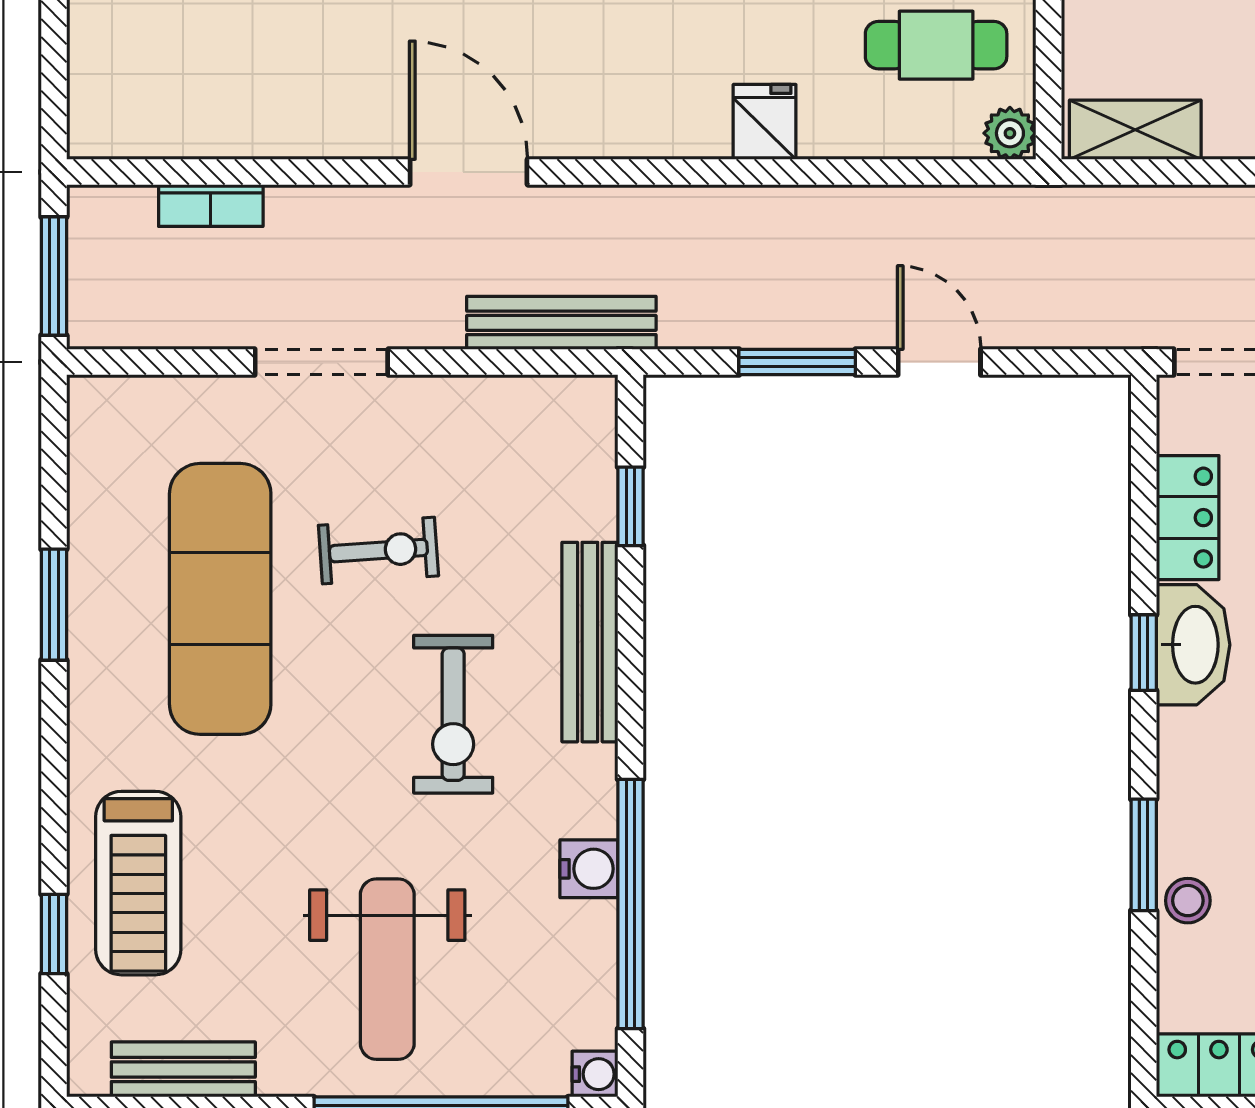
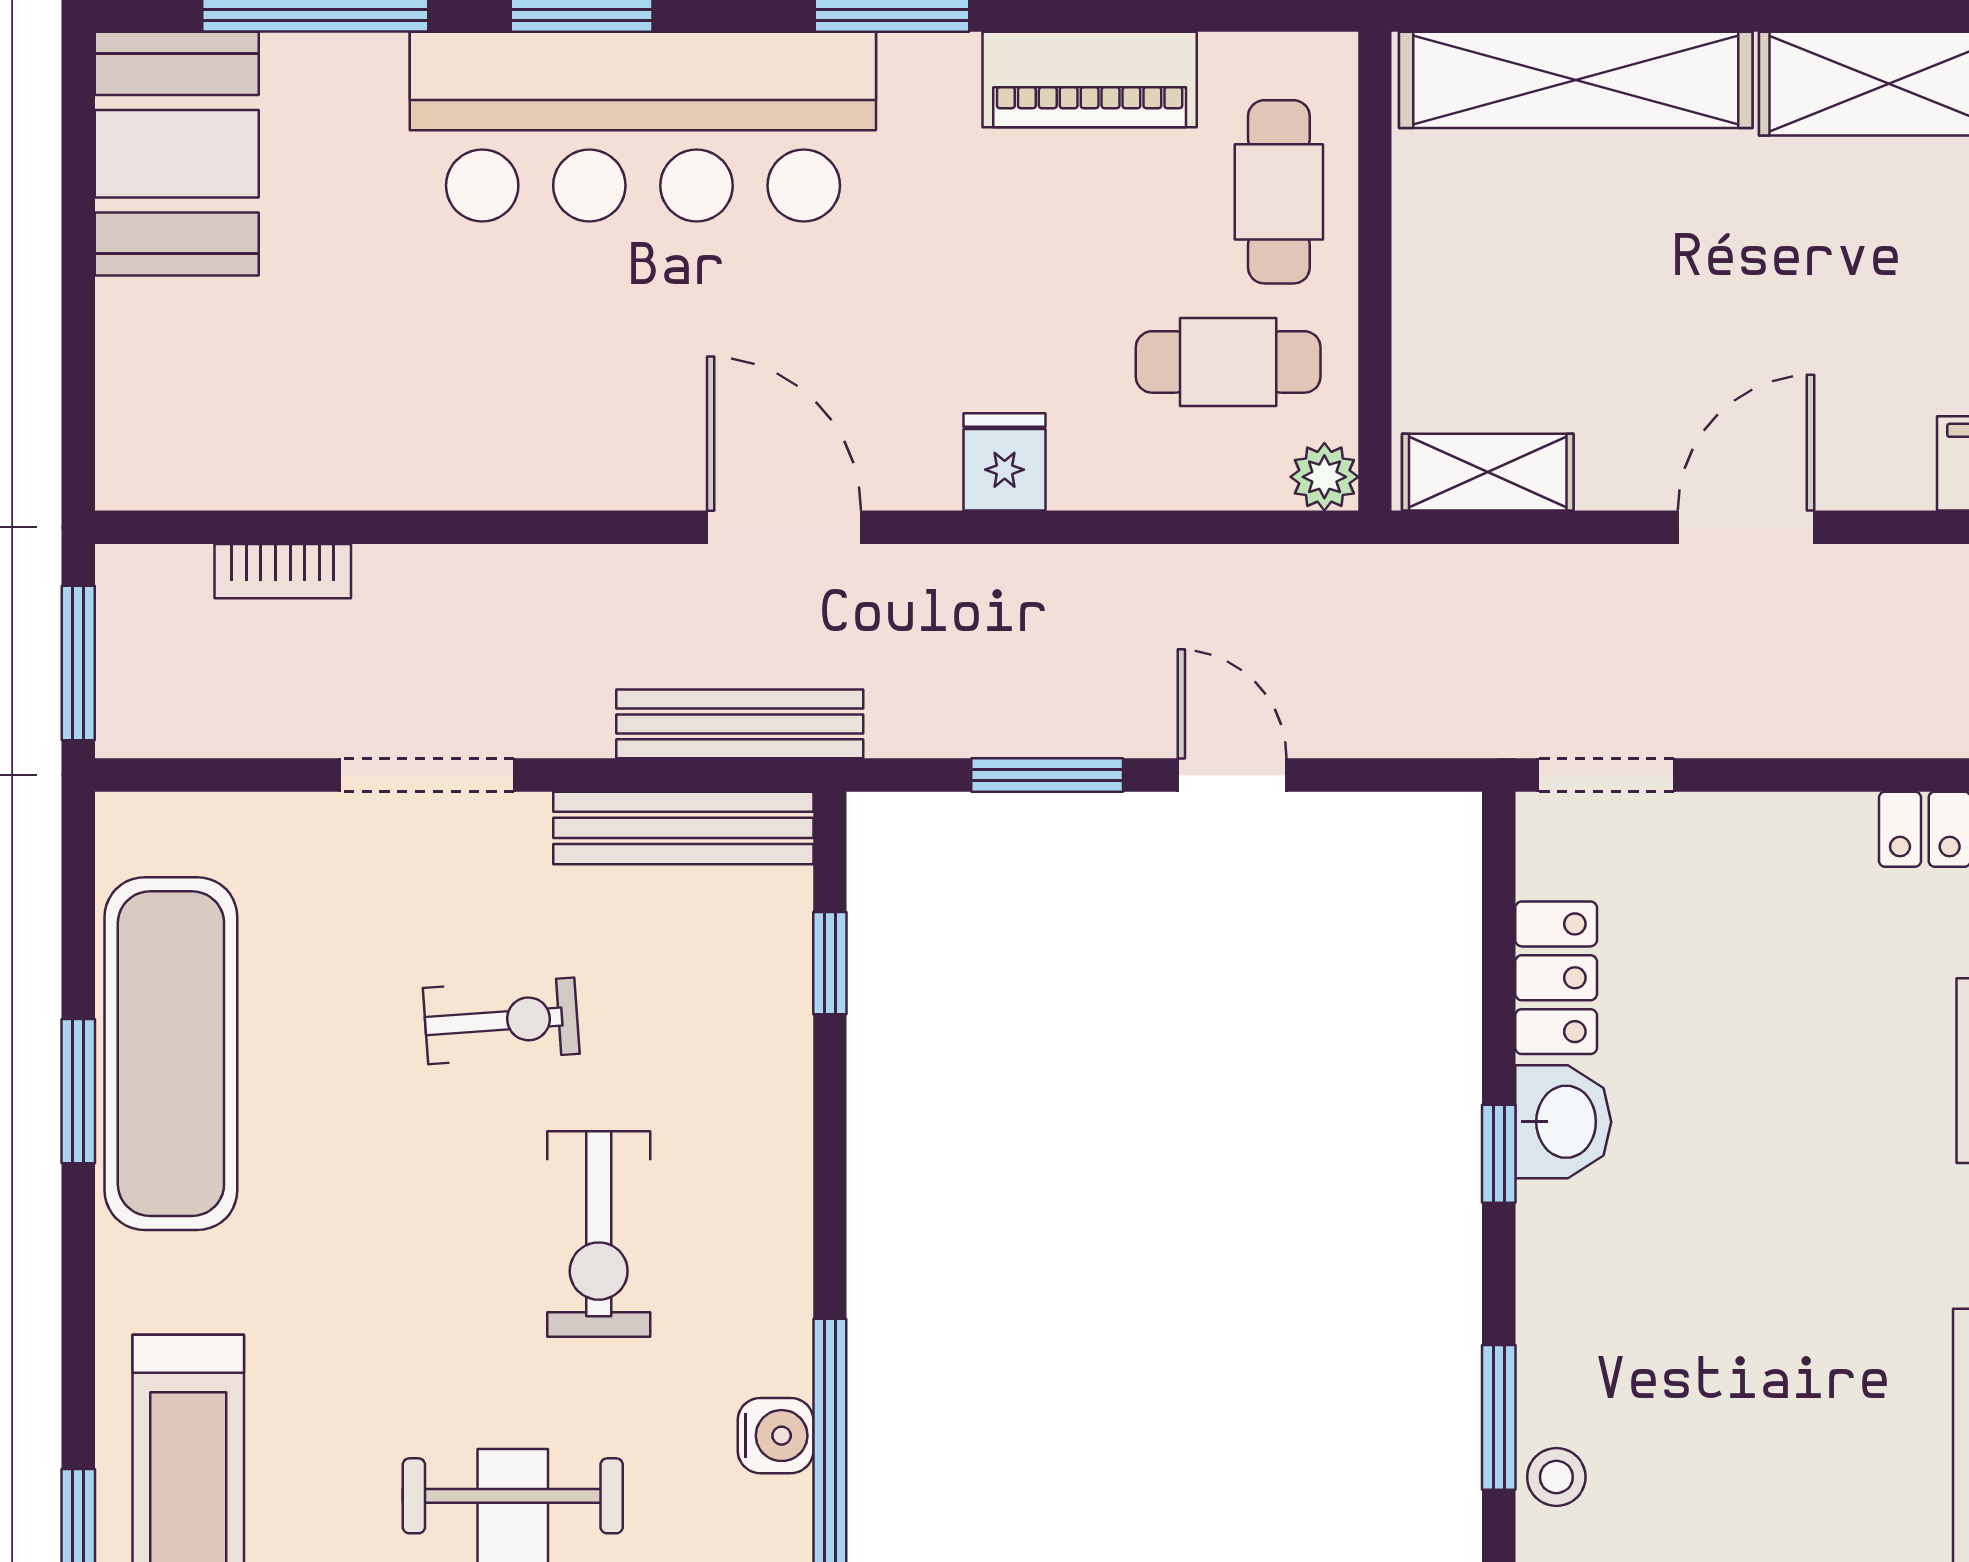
door: (469, 172) -> (784, 527), moved
exercise mat: (220, 599) -> (171, 1054), moved
bench: (590, 642) -> (683, 828), moved, turned 90
washbasin: (1193, 645) -> (1563, 1122), width x0.72

